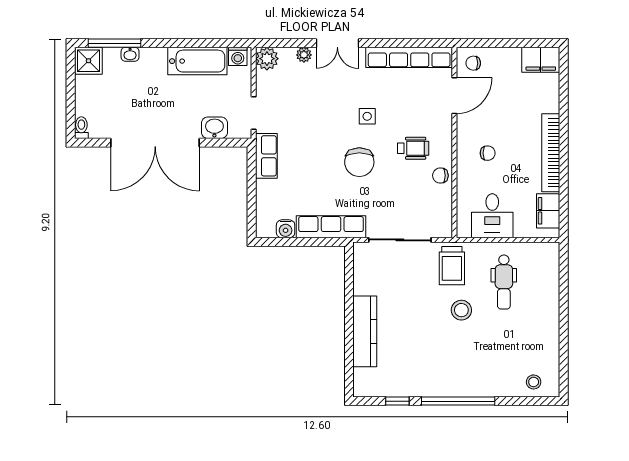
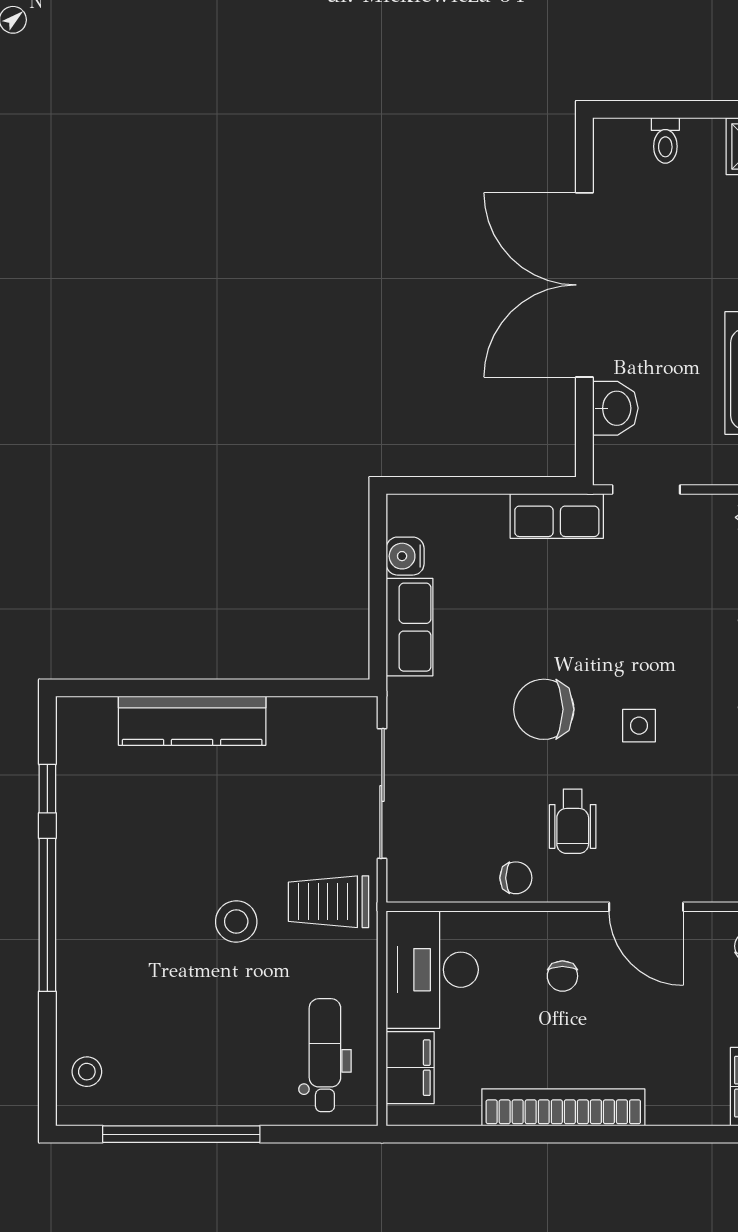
door: (454, 96) -> (646, 907), moved
toilet: (81, 128) -> (665, 140), moved, turned 90
chair: (440, 176) -> (516, 878), turned 90
filing cabinet: (548, 211) -> (410, 1068), moved, turned 90
desk: (492, 216) -> (432, 970), width x1.37
row of seats: (331, 227) -> (409, 627), width x0.68
dental chair: (504, 282) -> (325, 1055), moved, turned 90
window: (564, 337) -> (181, 1134), added

